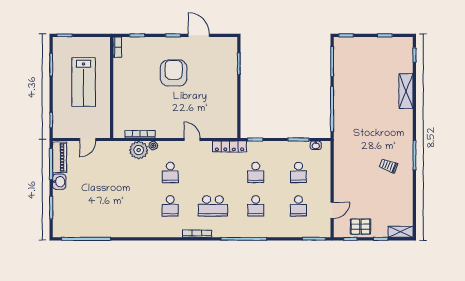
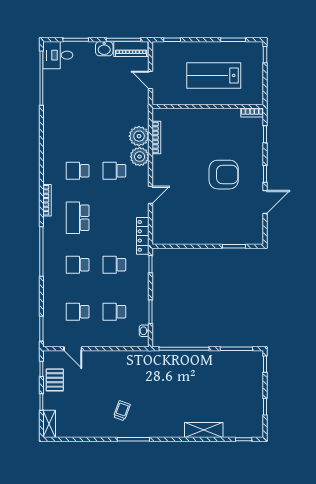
plant: (153, 146) -> (140, 157), width x1.87, depth x1.87
desk: (65, 224) -> (58, 55), added

